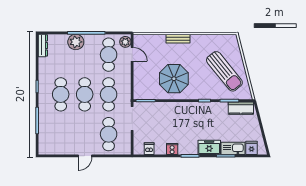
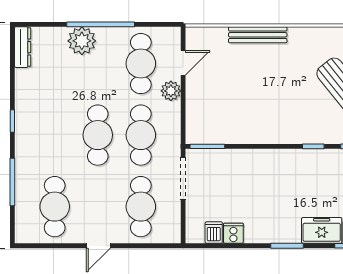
bench: (178, 39) -> (258, 35), width x1.36
plant: (125, 42) -> (171, 91), moved
door: (132, 54) -> (183, 63), hinge flipped
parasol: (174, 79) -> (258, 107), removed
cafe table: (61, 94) -> (55, 207), moved
cooker: (172, 149) -> (233, 233), moved

